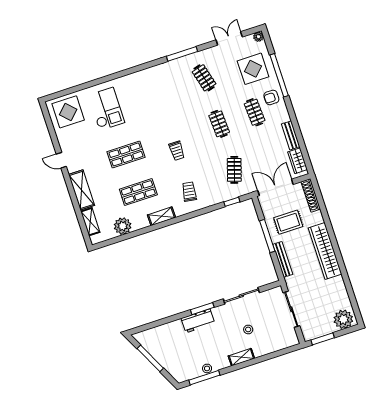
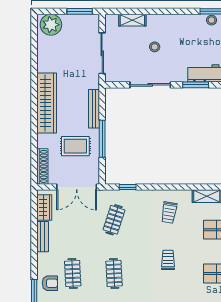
shelving: (241, 357) -> (132, 20), moved

